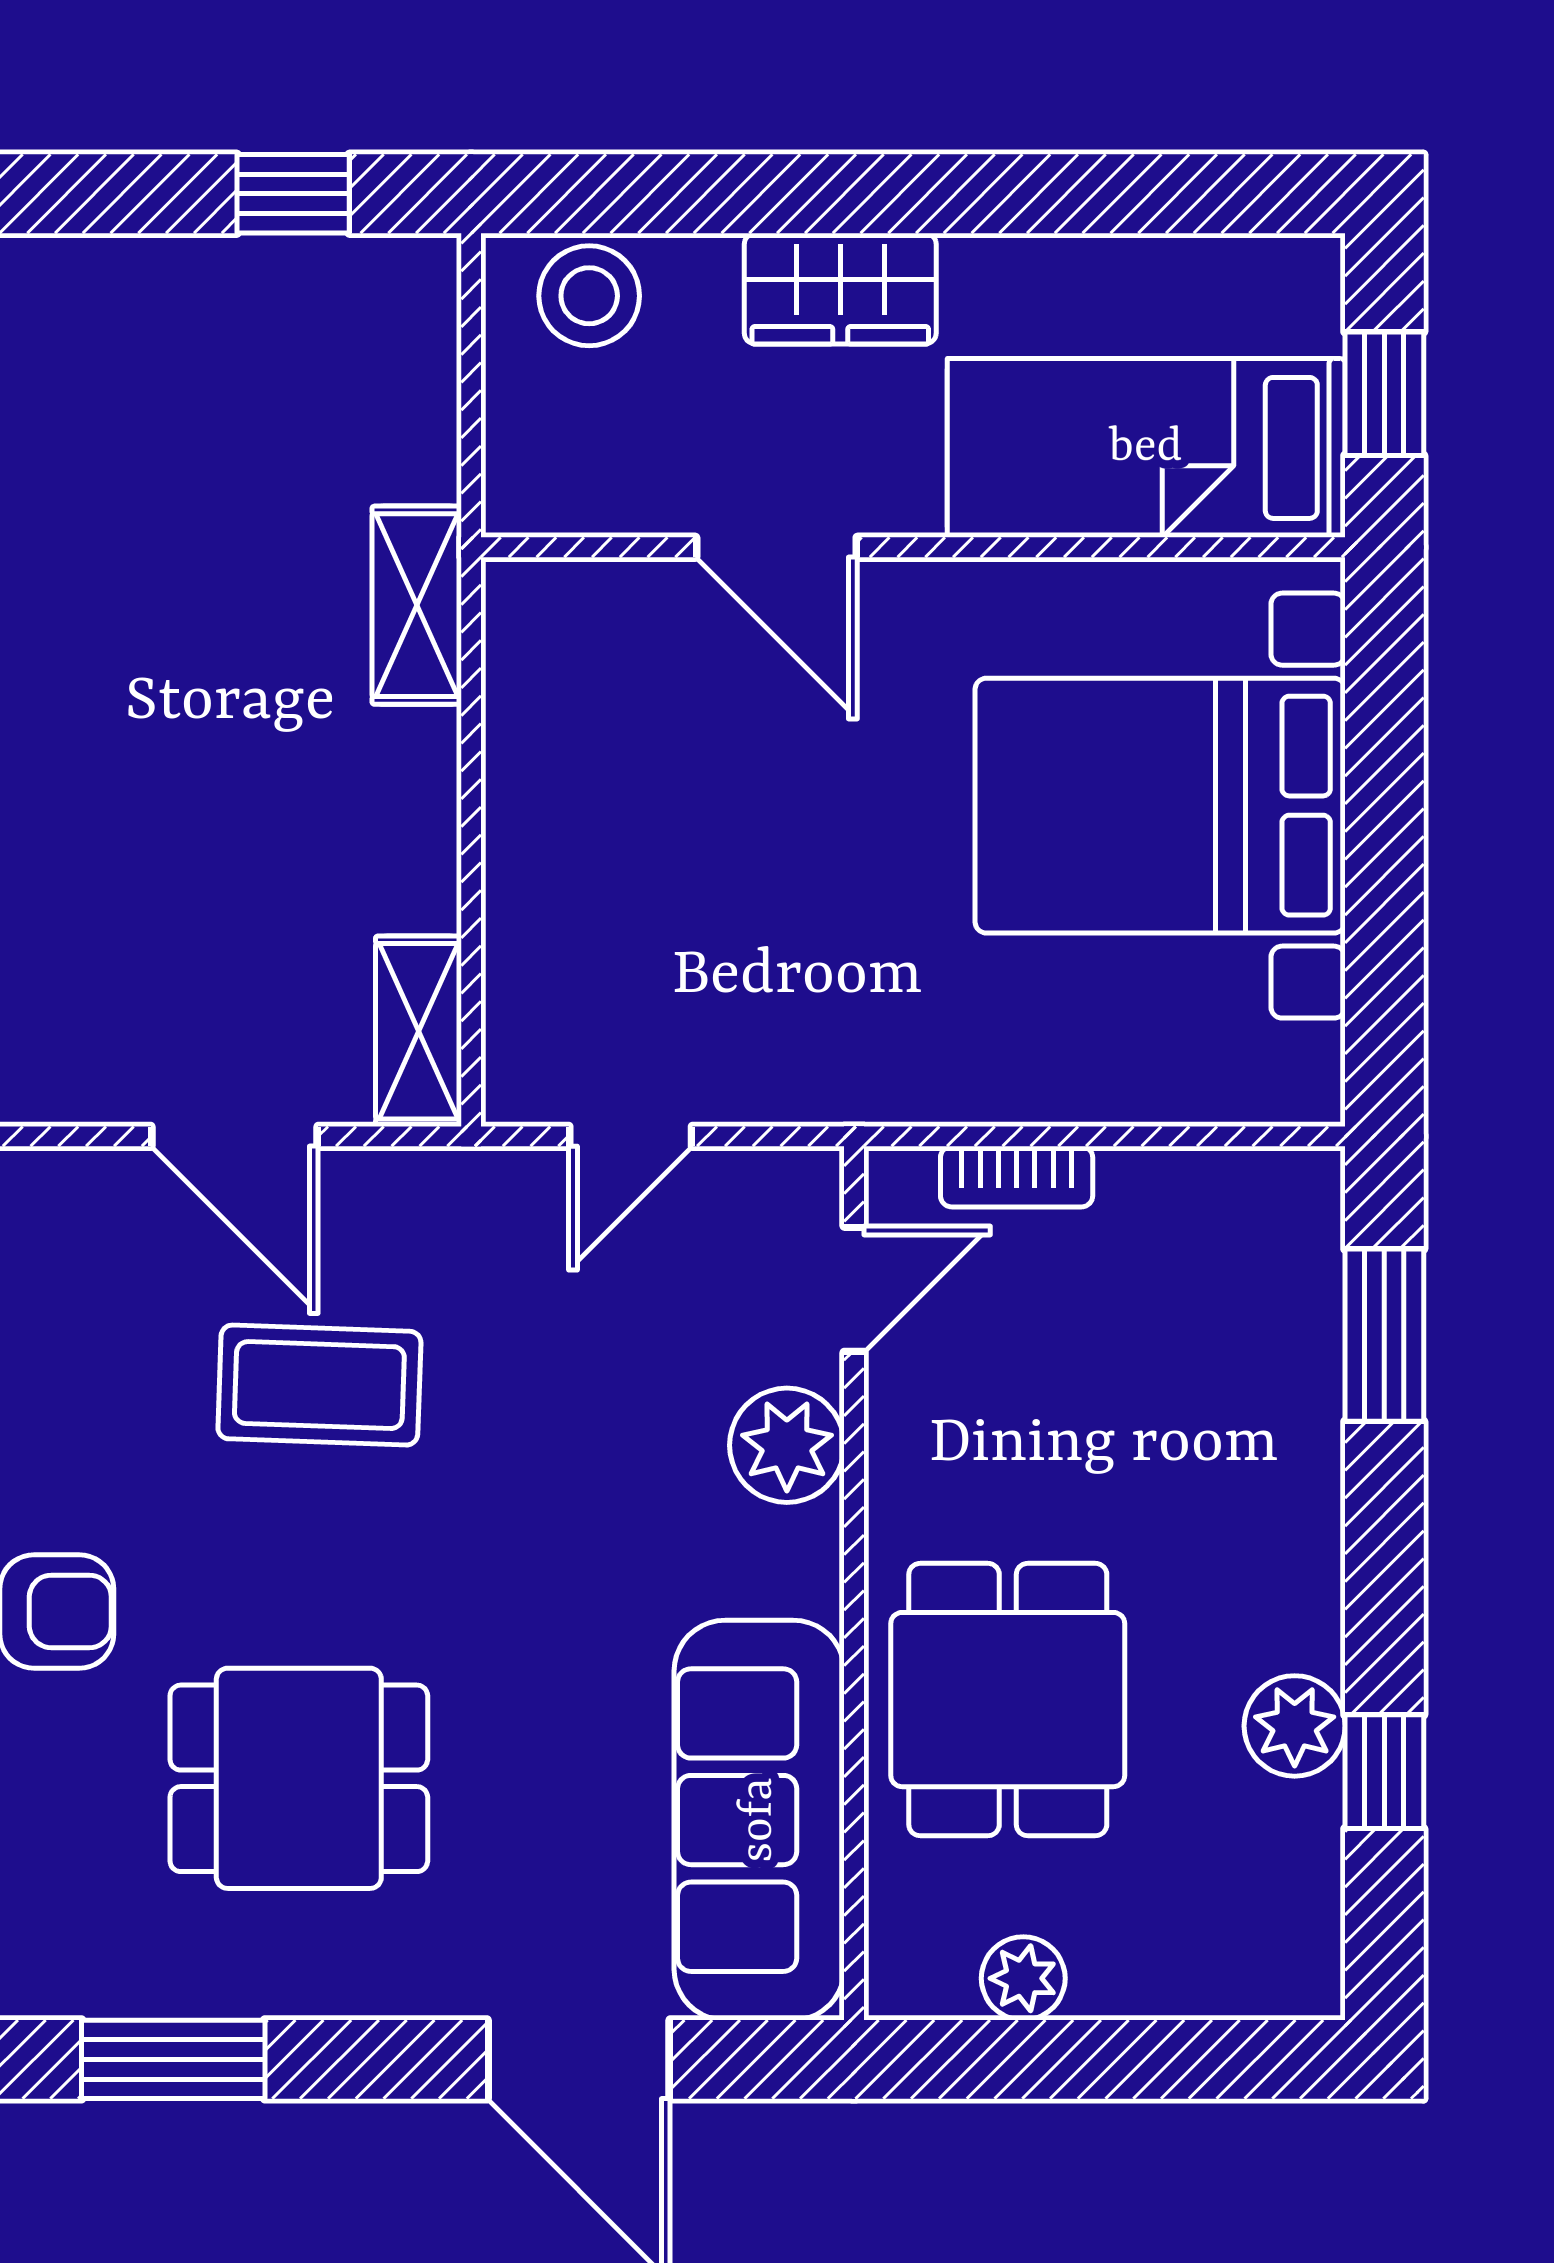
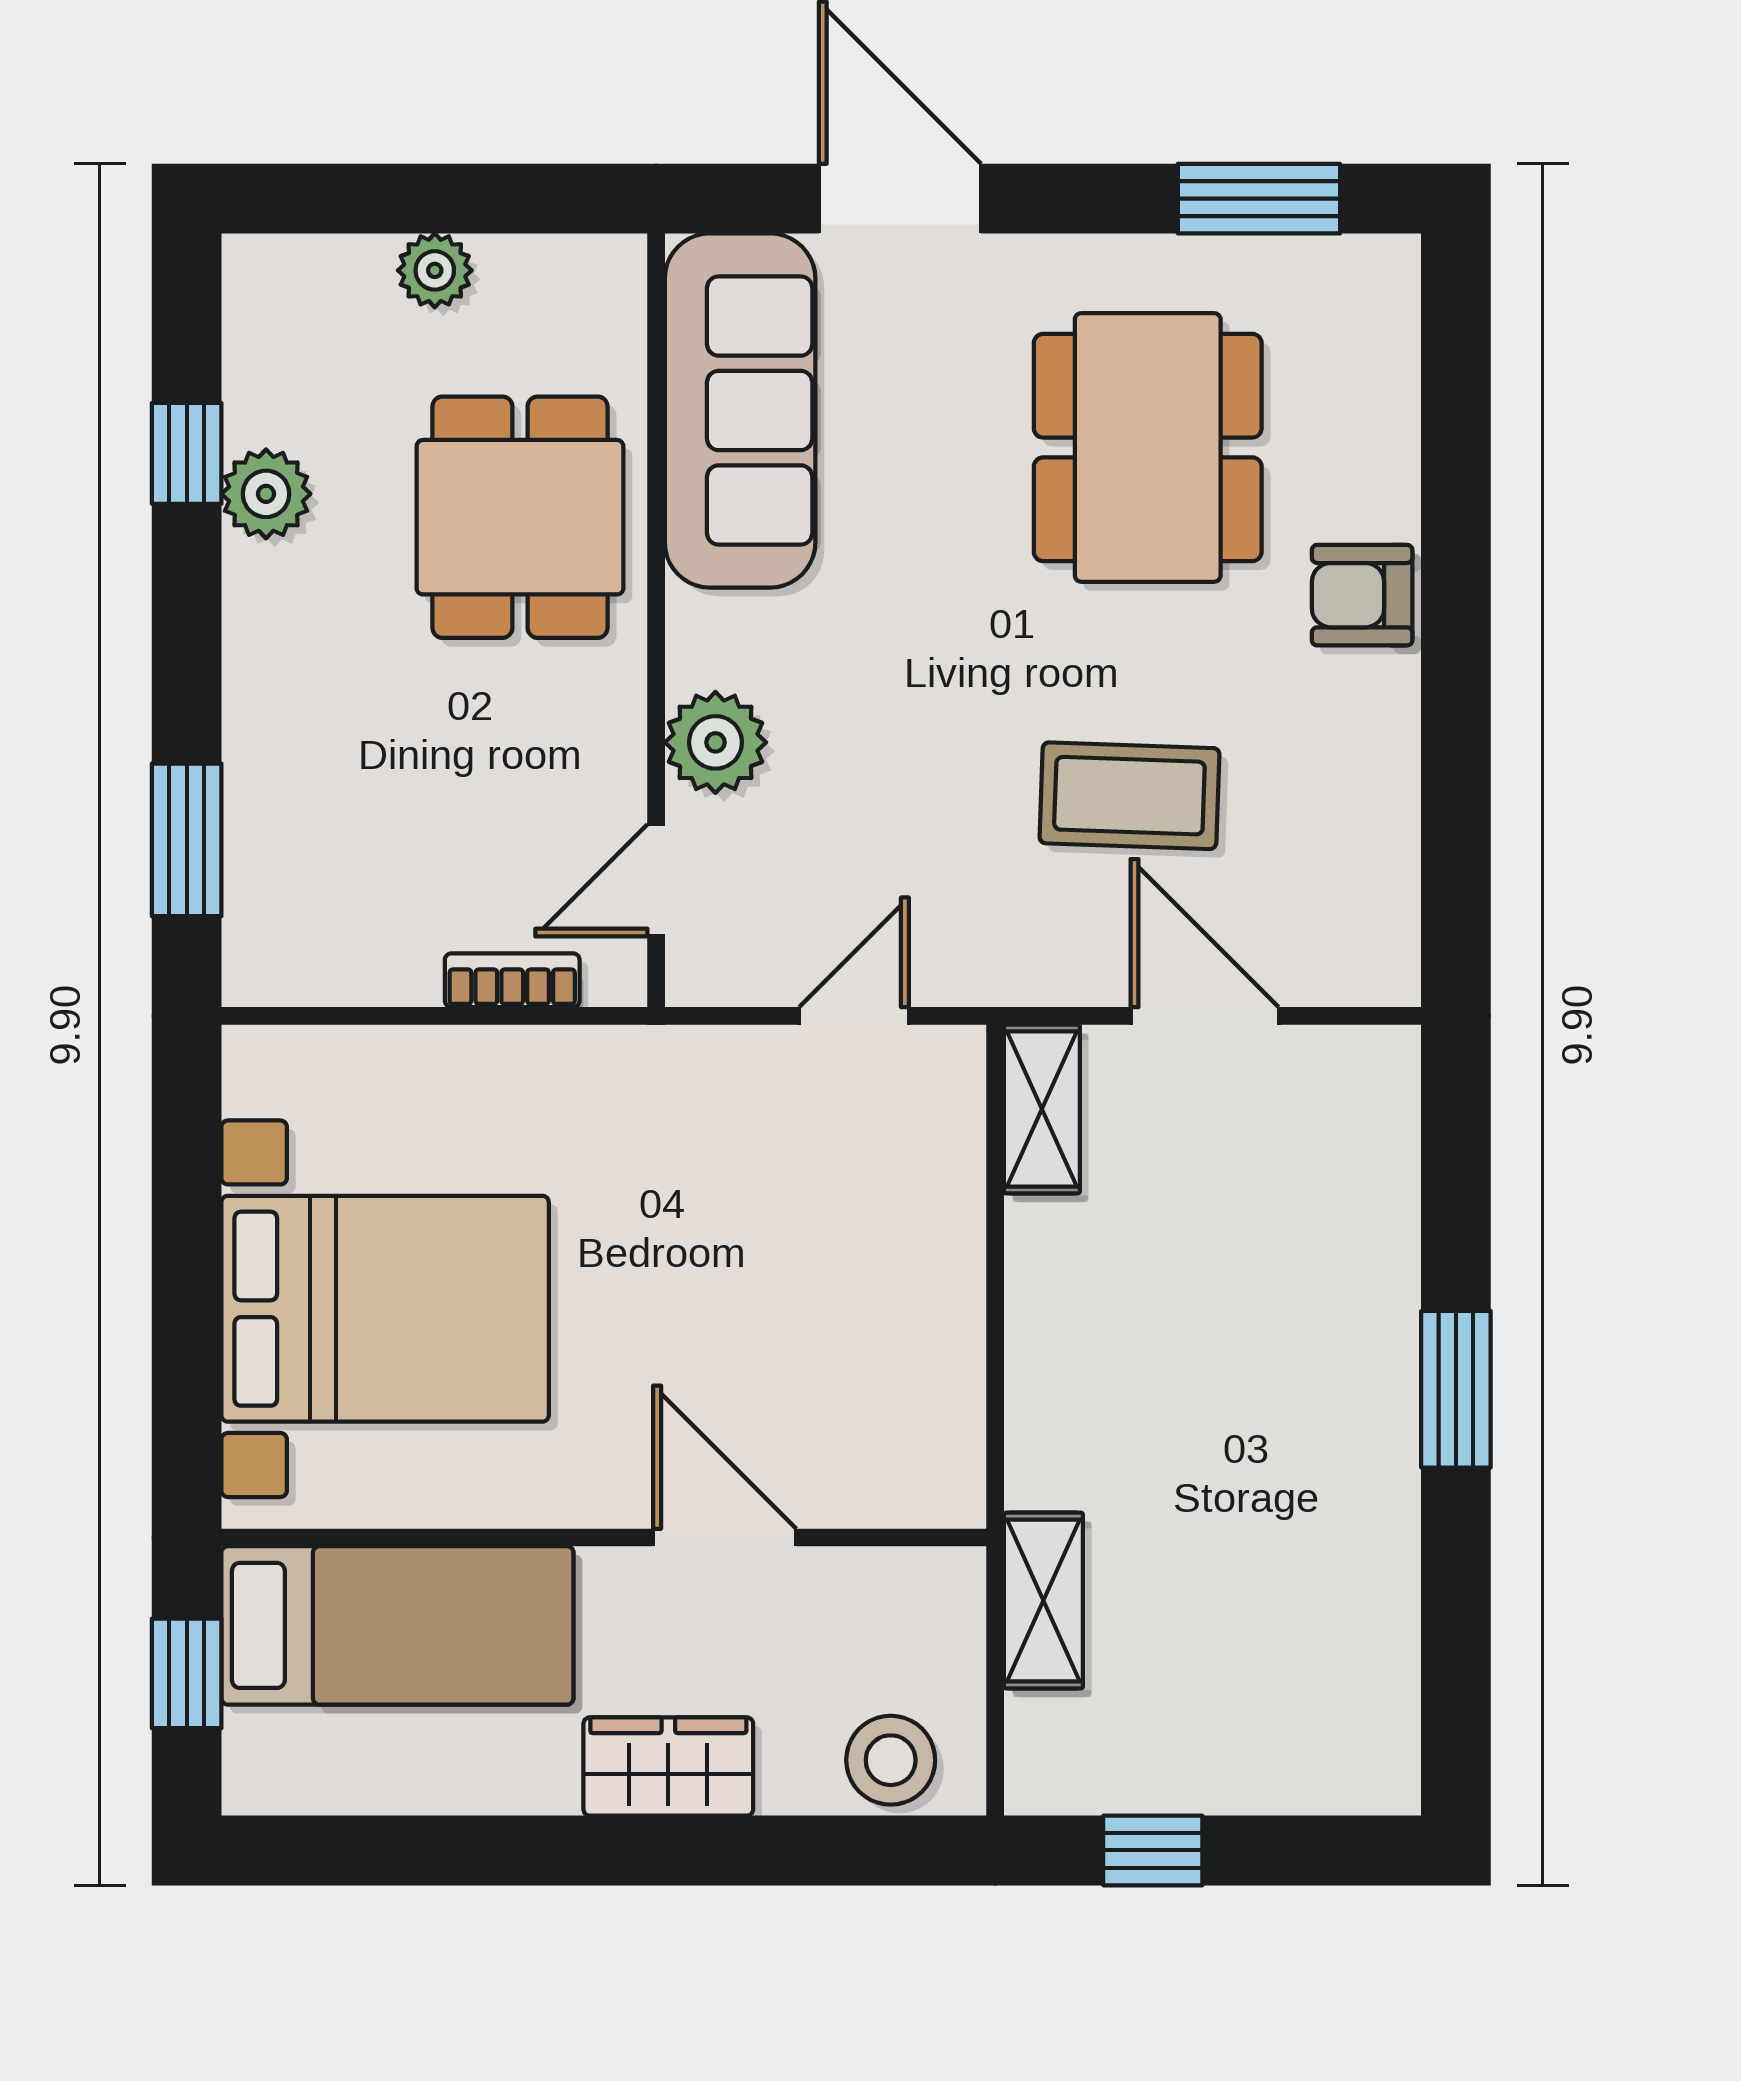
shelving: (417, 605) -> (1043, 1601), moved
dining table: (299, 1778) -> (1148, 447), width x1.38
plant: (1023, 1978) -> (435, 270), moved

